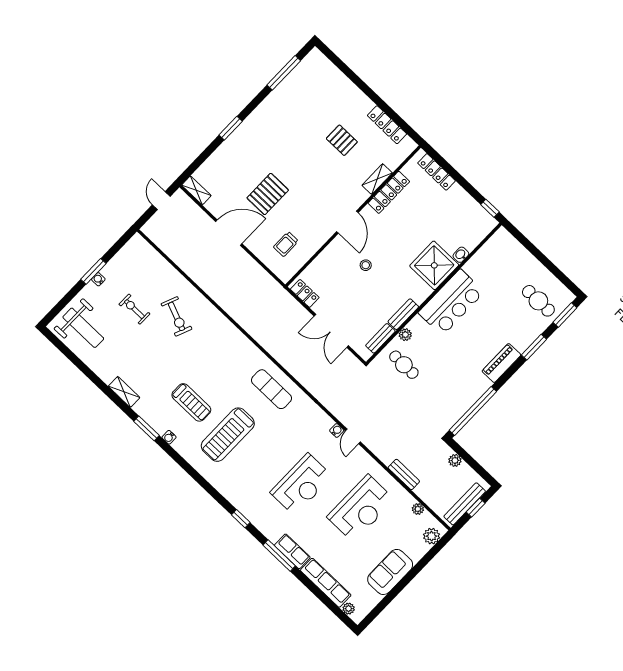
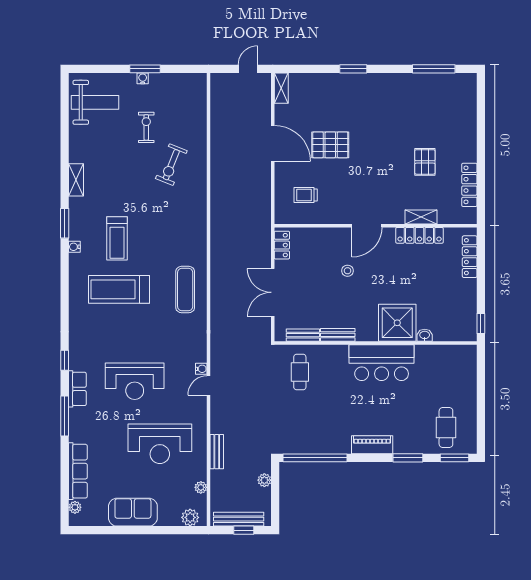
weight bench: (83, 328) -> (95, 102), turned -90
plant: (405, 335) -> (324, 351), removed
row of seats: (292, 551) -> (77, 389), moved

